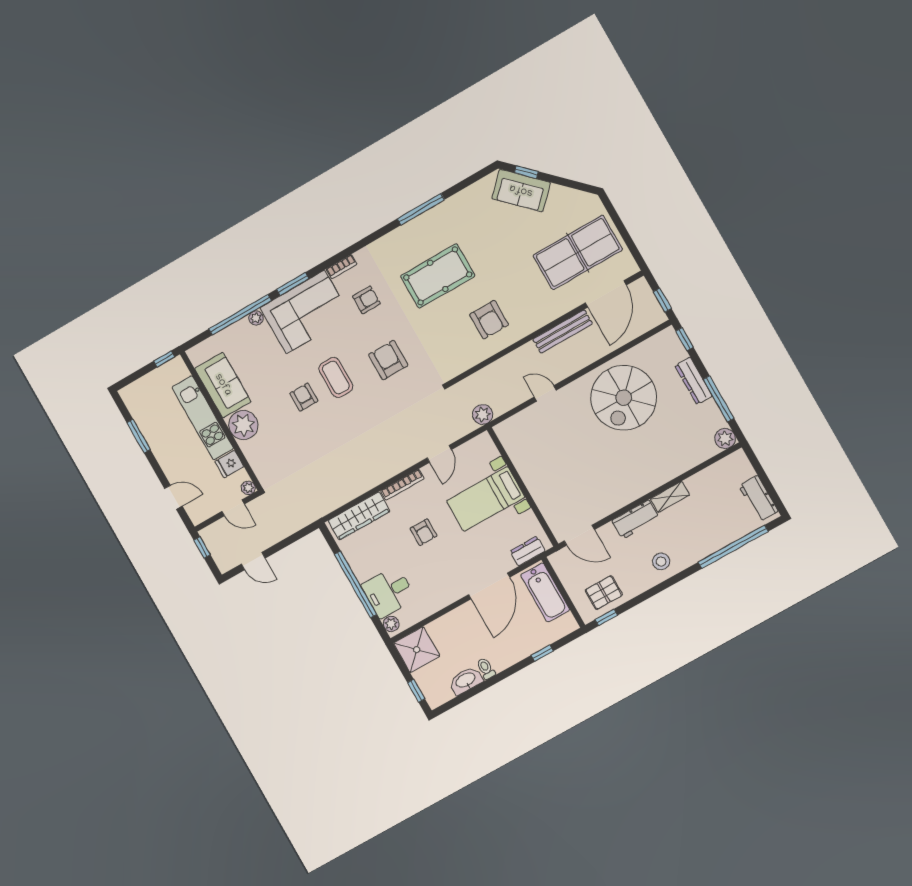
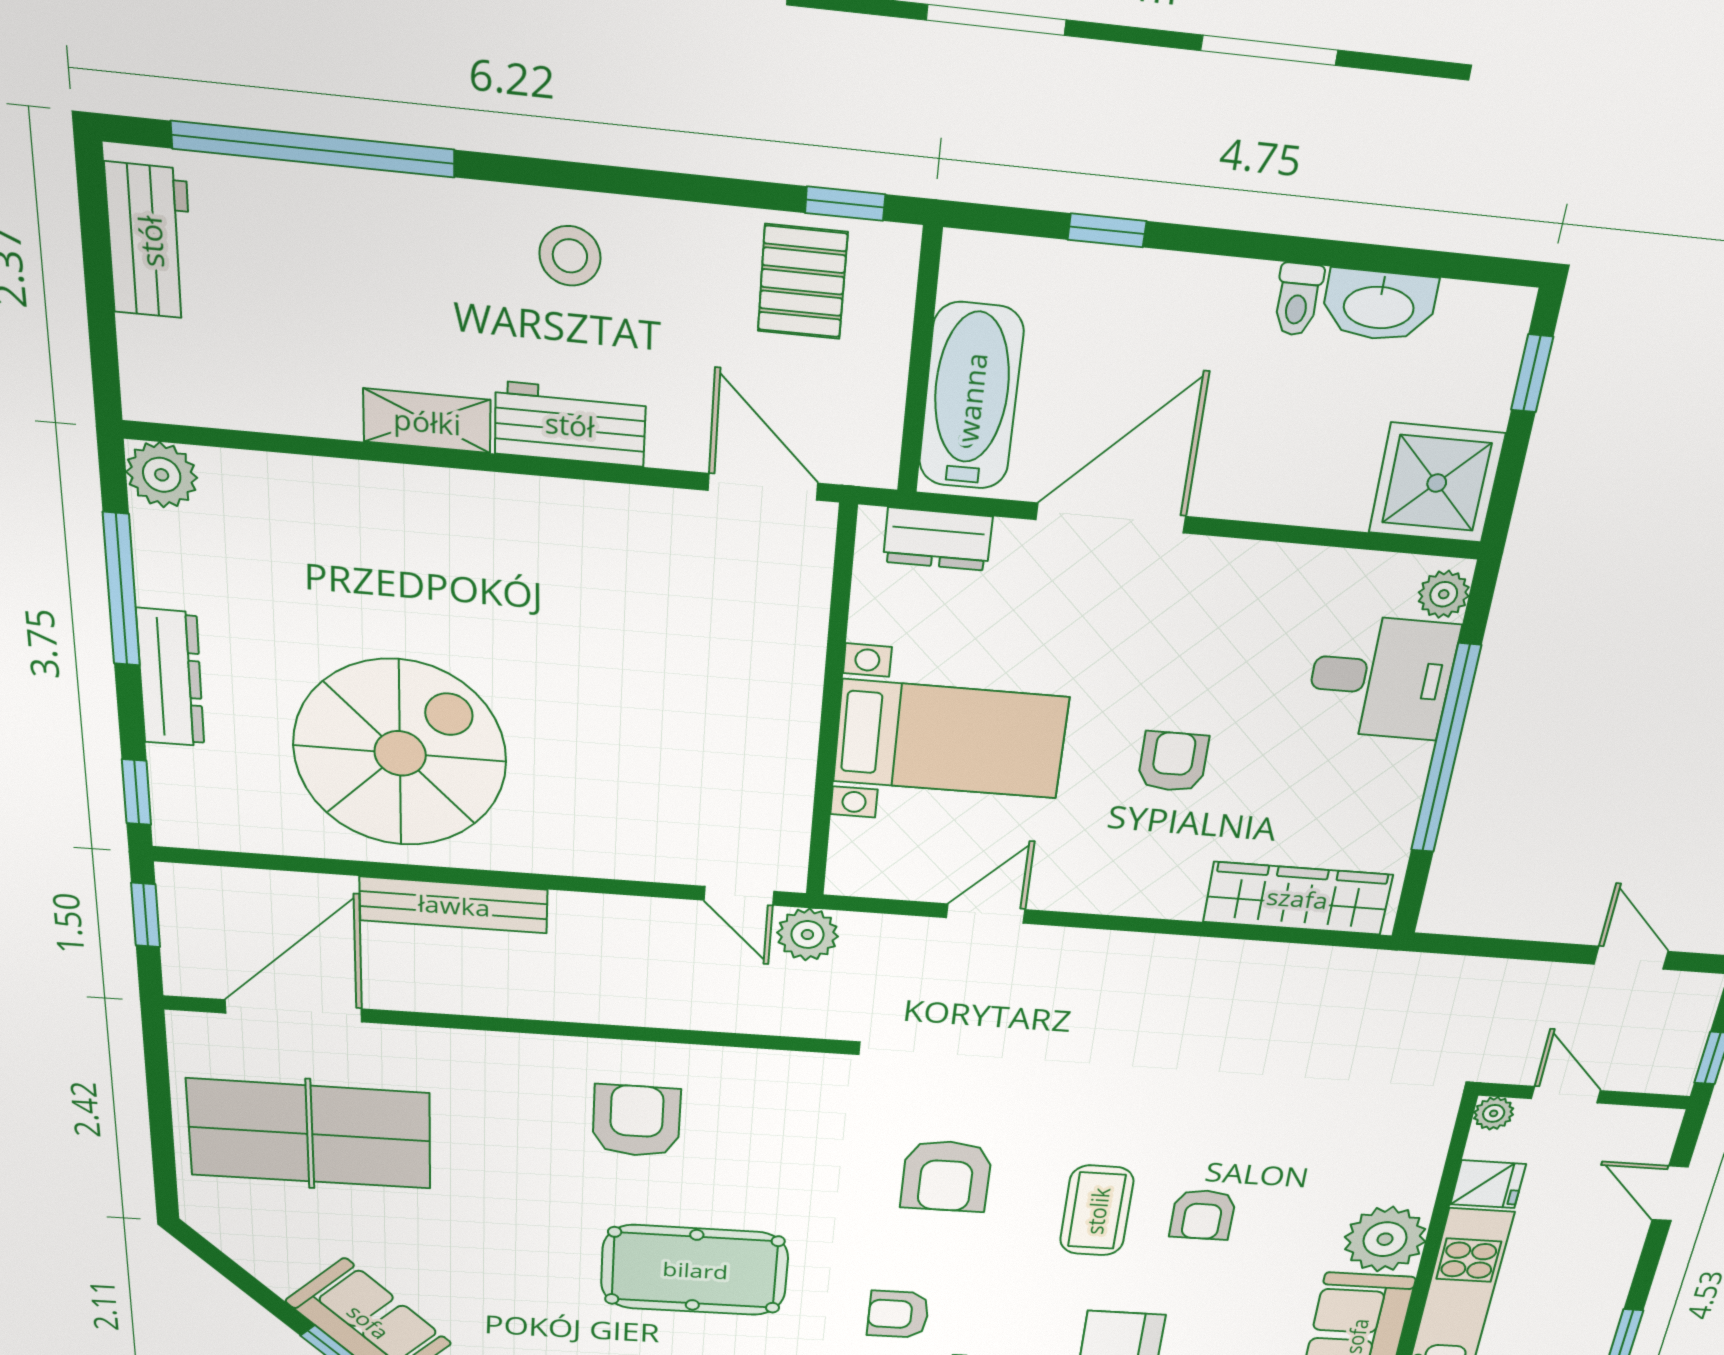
bench: (563, 332) -> (454, 905), moved
door: (545, 393) -> (739, 896), moved
bookcase: (402, 485) -> (1134, 902), removed
pallet: (604, 593) -> (803, 282), turned 90

